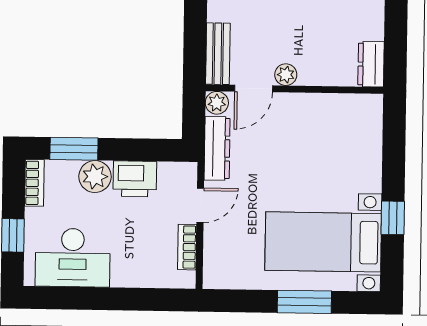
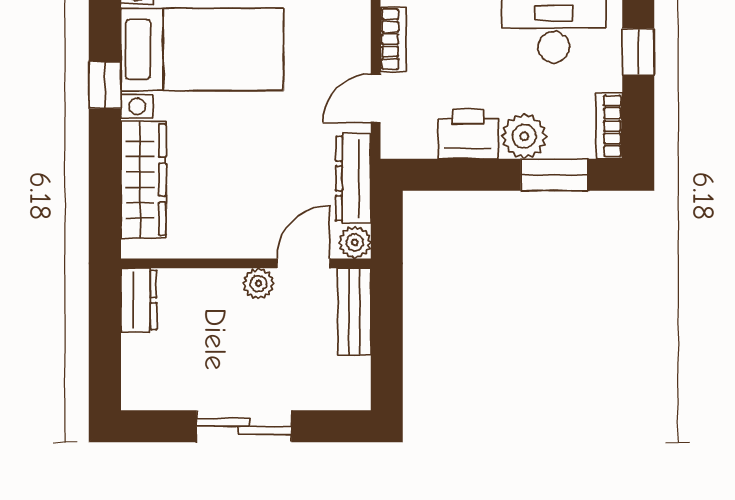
wardrobe: (366, 150) -> (144, 180), added

